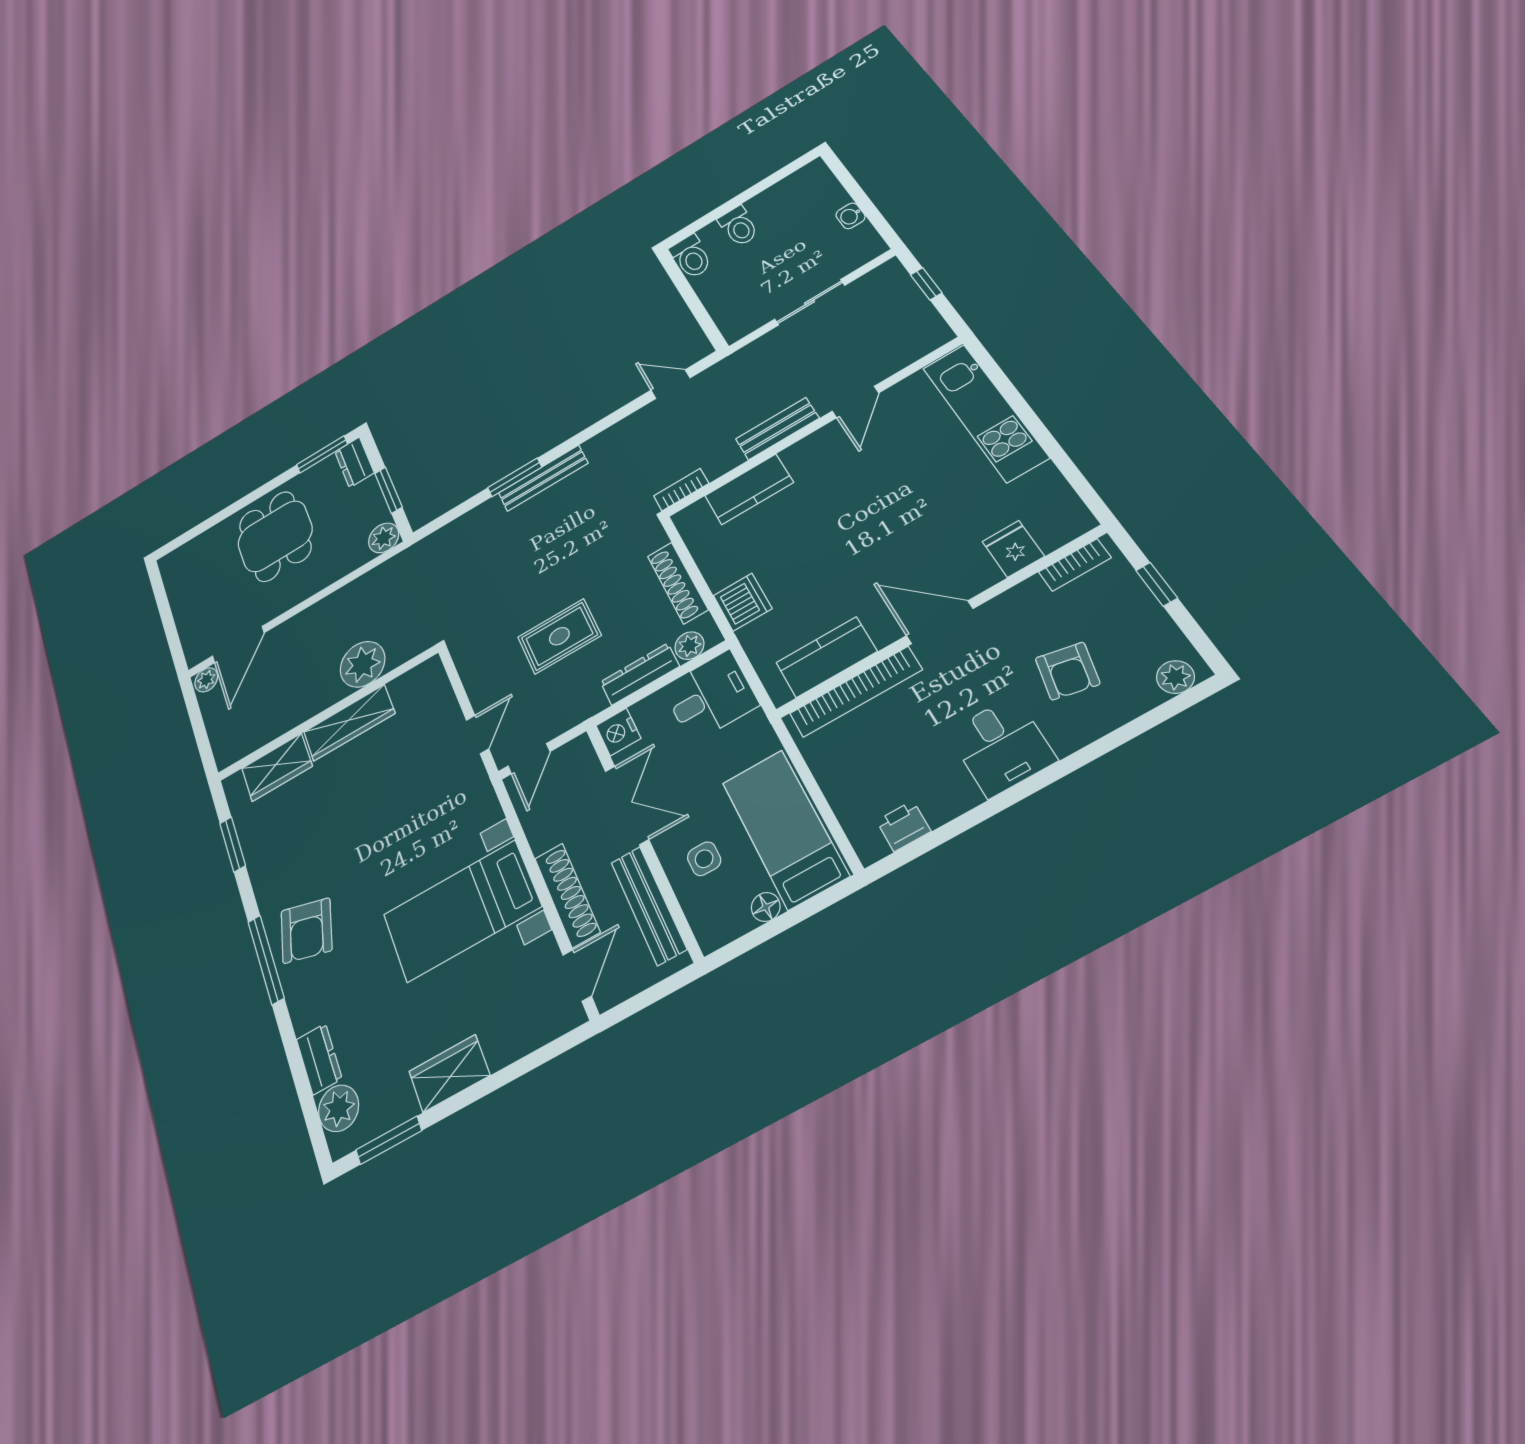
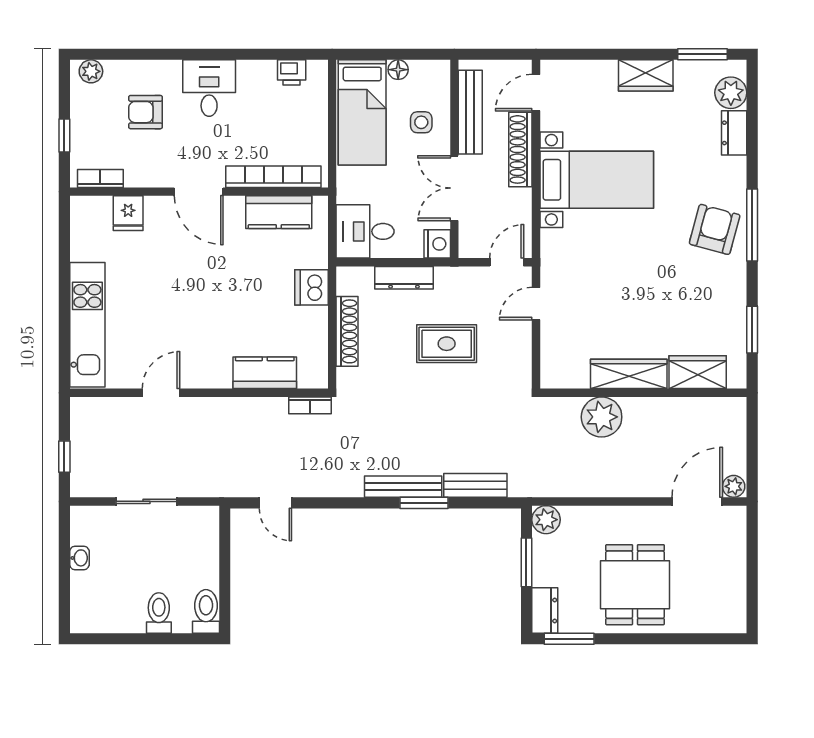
bench: (777, 429) -> (475, 485), moved
plant: (689, 646) -> (361, 278), removed
armchair: (1068, 671) -> (145, 112), turned -102

